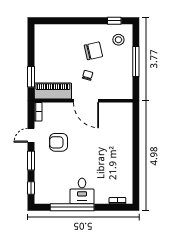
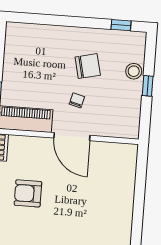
stool: (118, 40) -> (134, 71), moved
window: (136, 62) -> (148, 86), width x0.46

